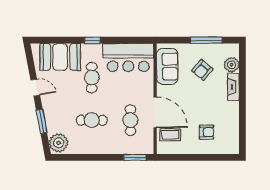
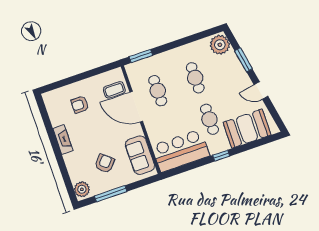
plant: (232, 65) -> (82, 189), moved
fireplace: (233, 87) -> (63, 140), moved
cafe table: (92, 120) -> (195, 78), turned 90

